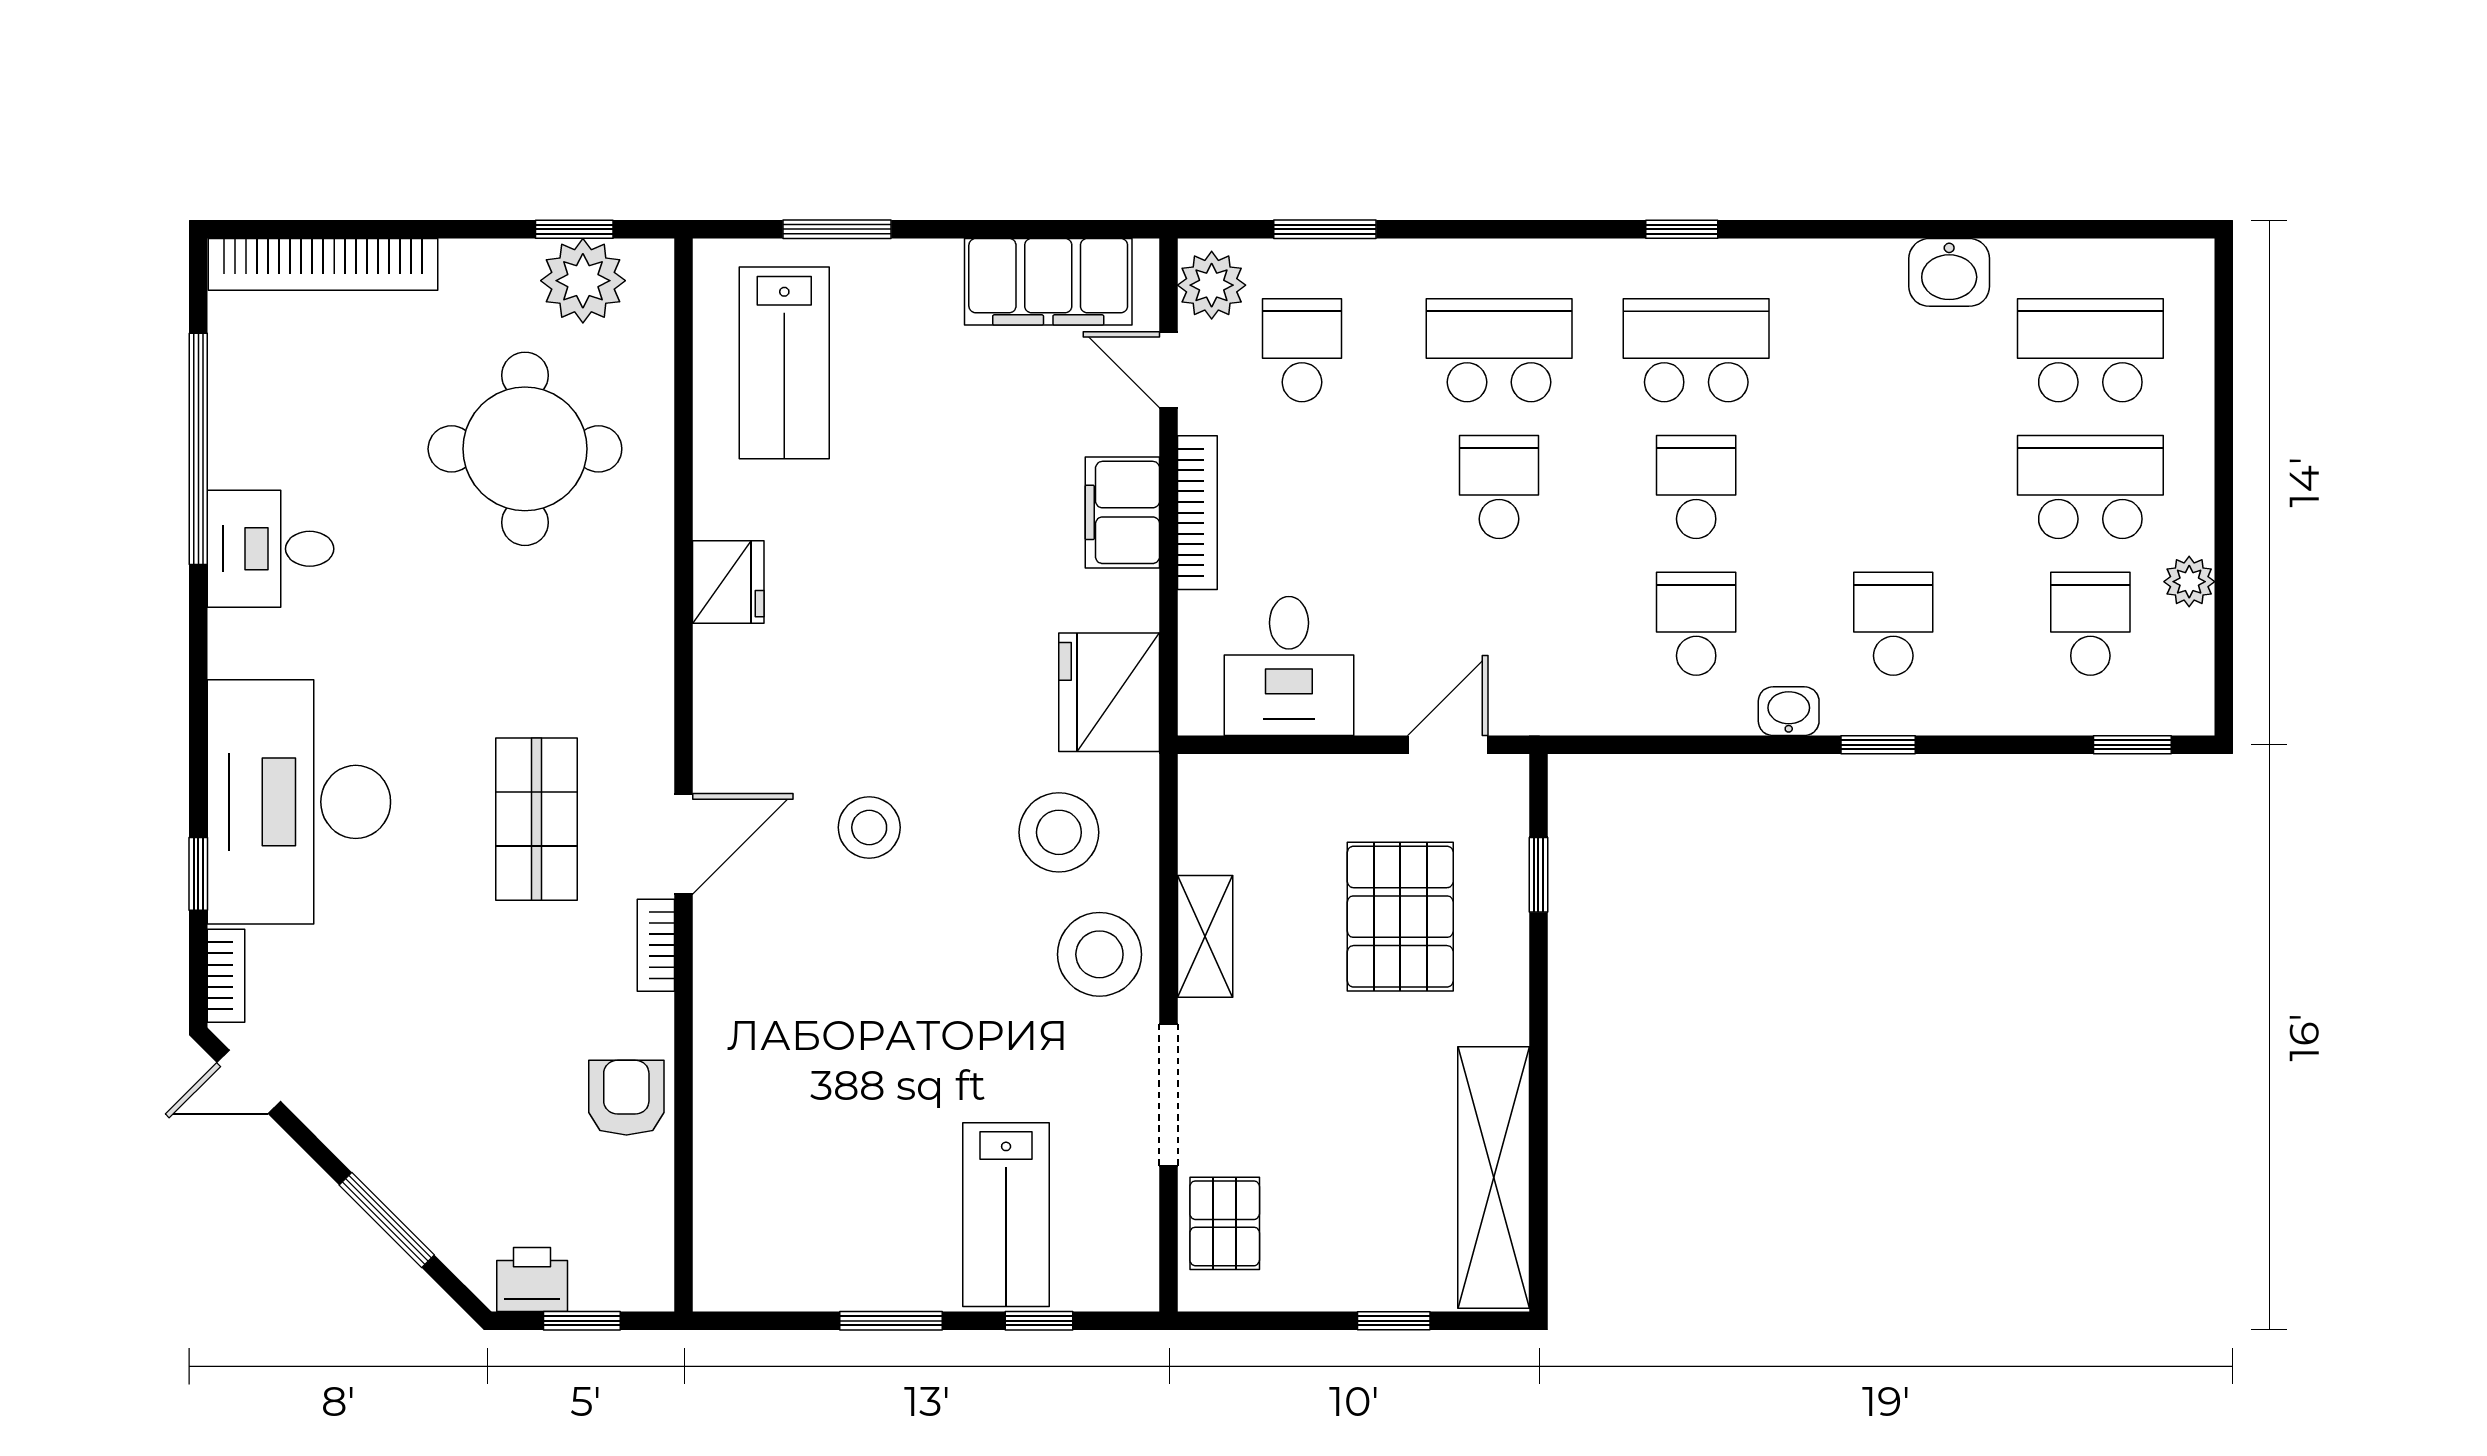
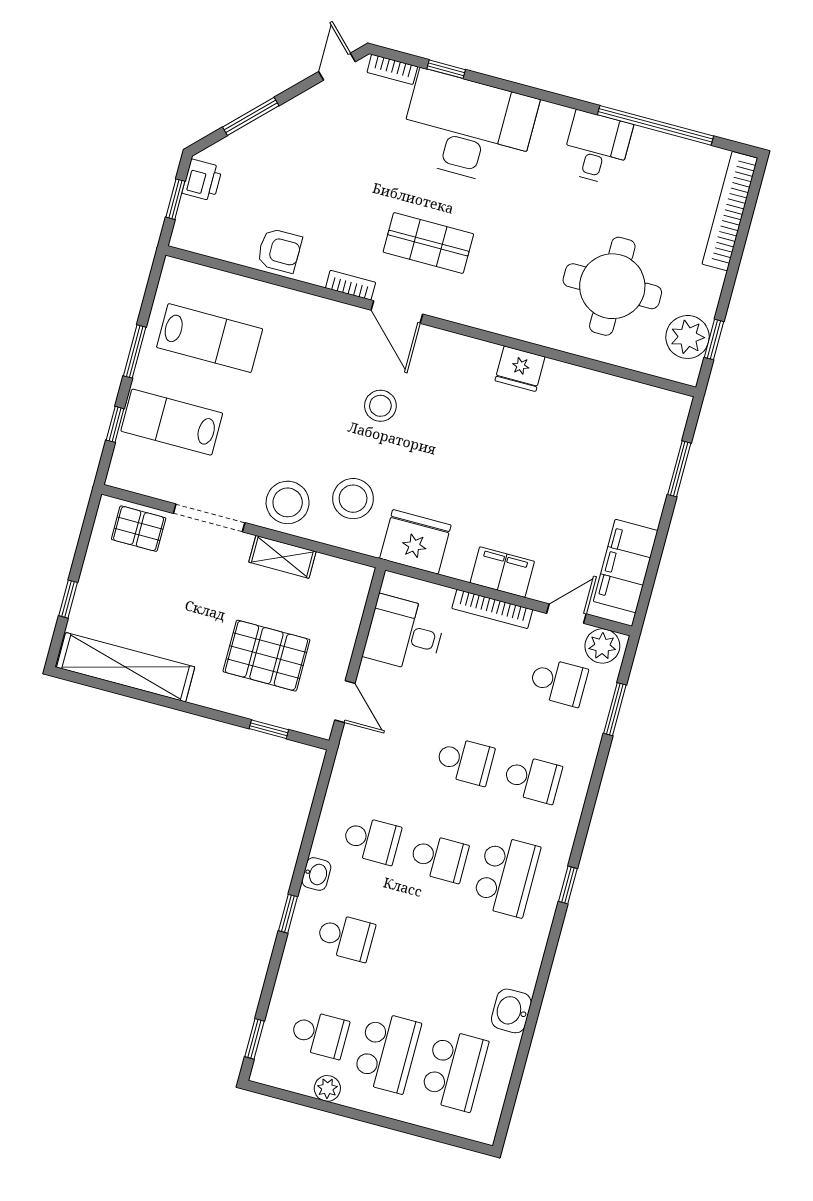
school desk: (1499, 350) -> (532, 779), width x0.54
lab bench: (784, 363) -> (210, 338), moved, turned 180

